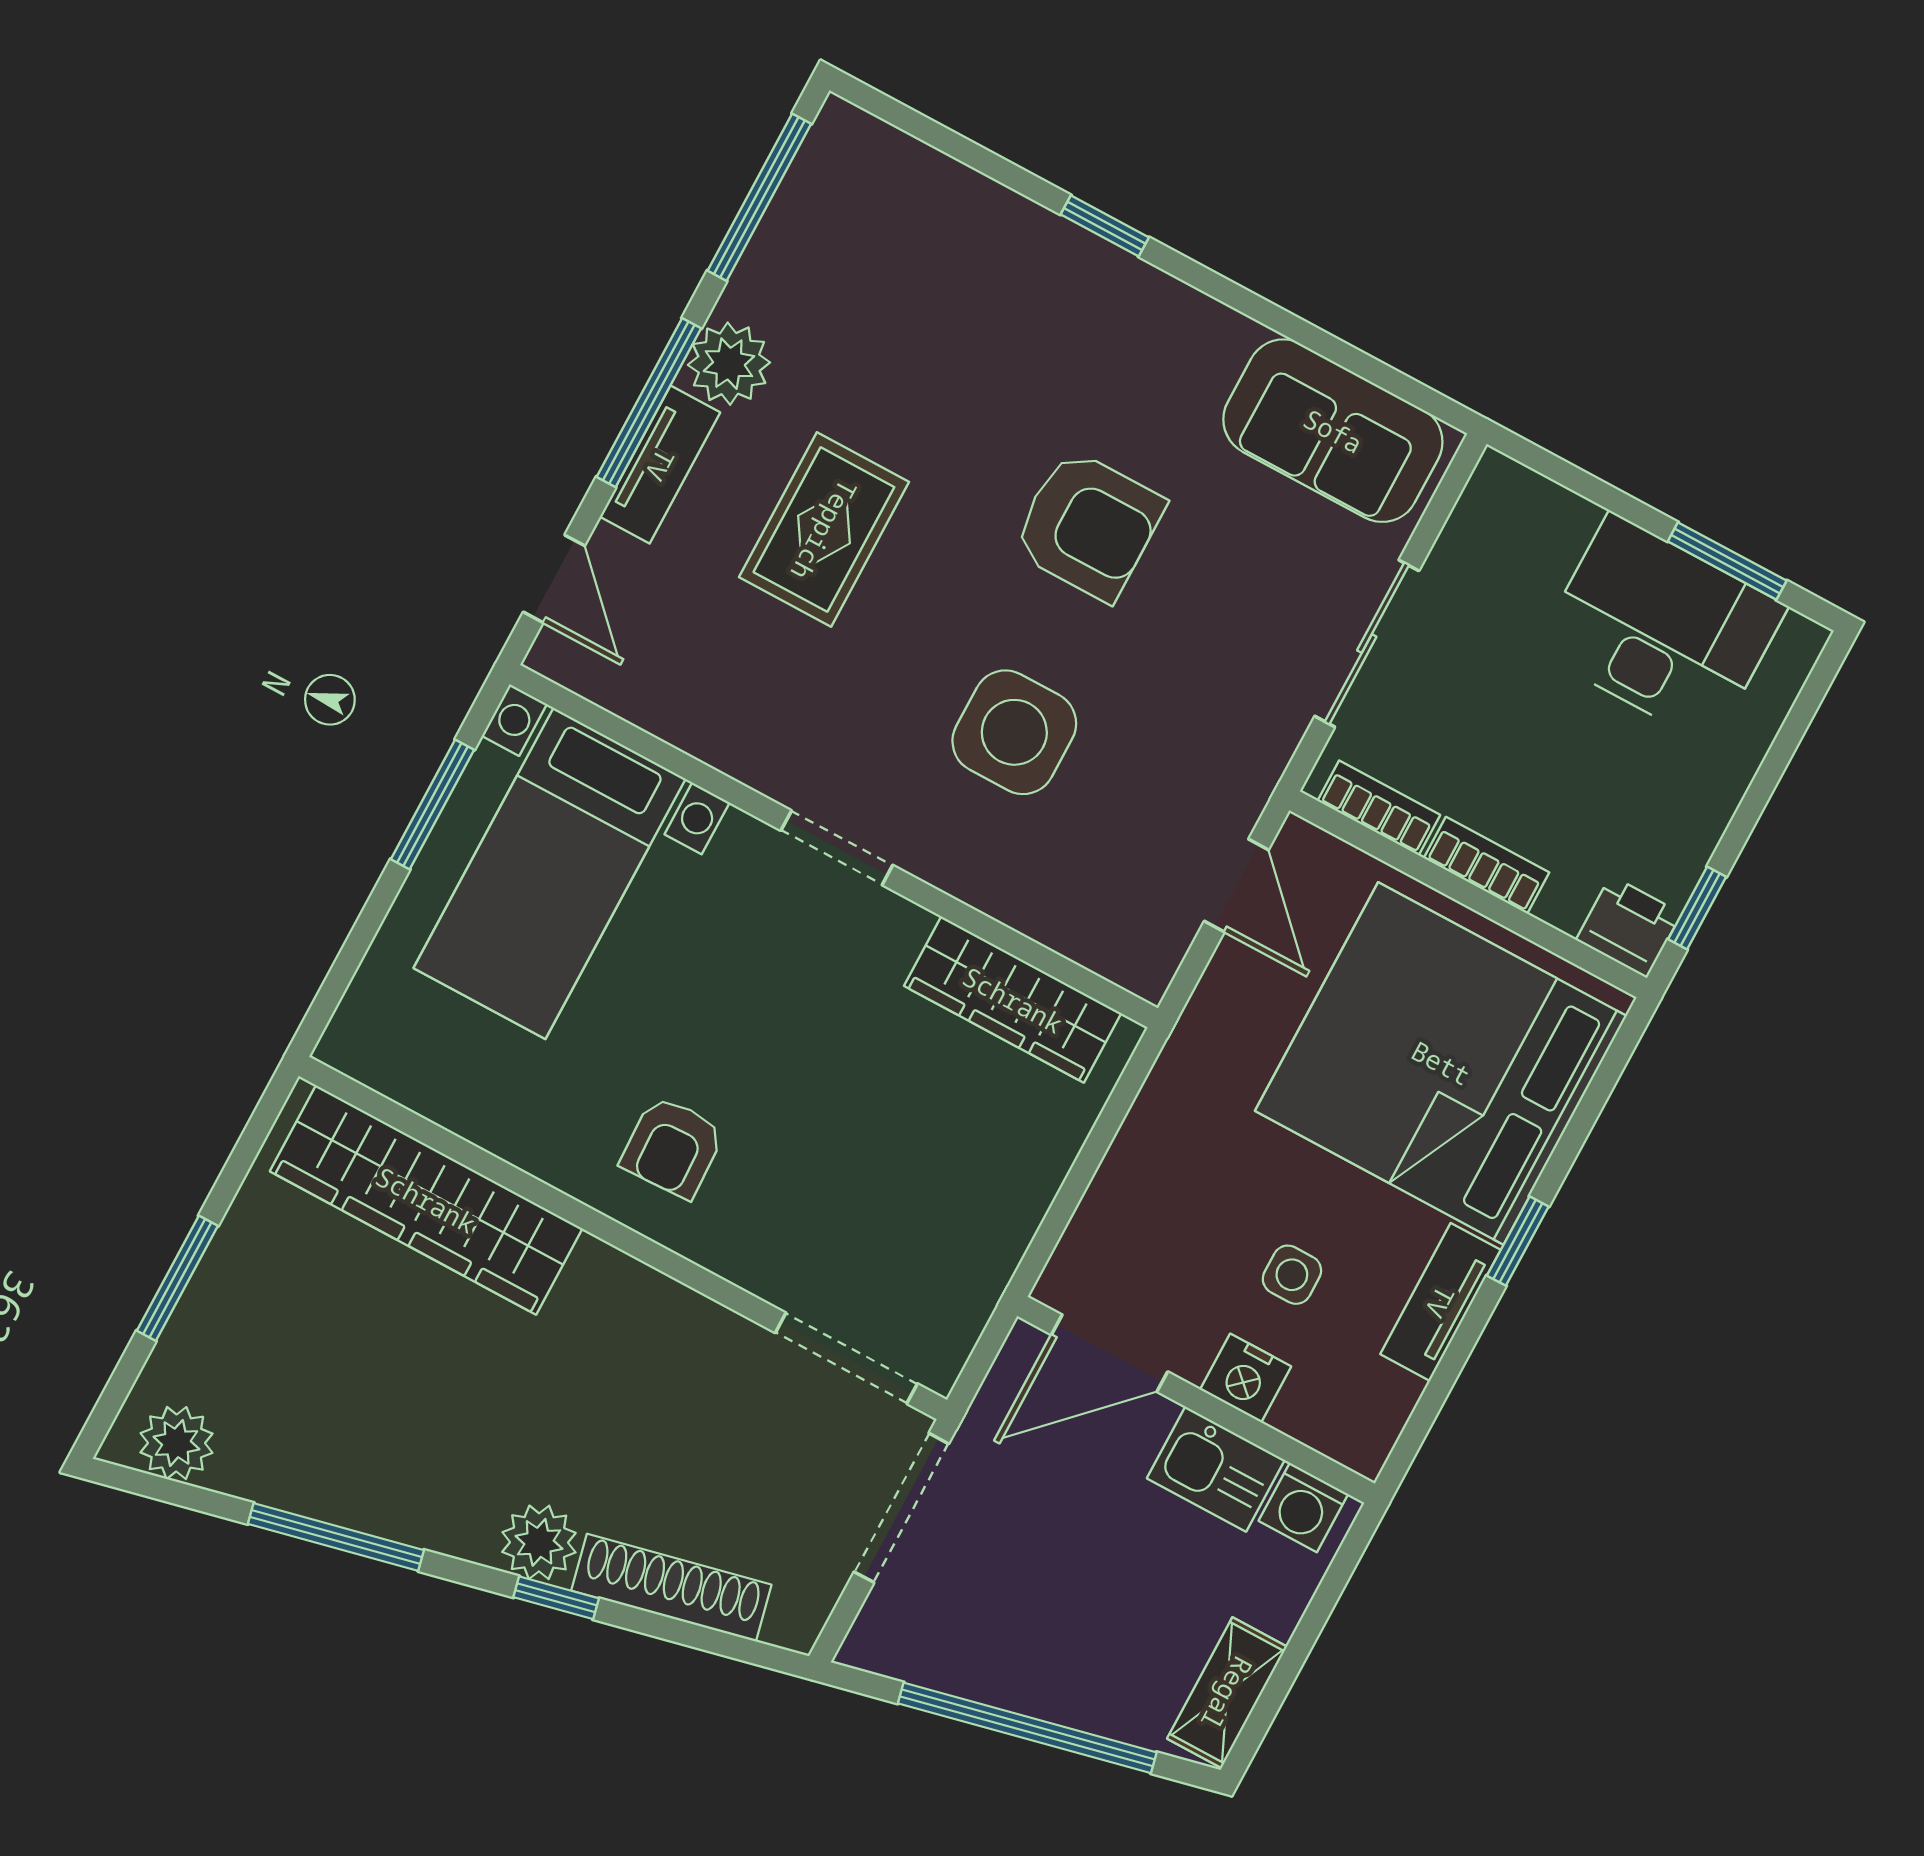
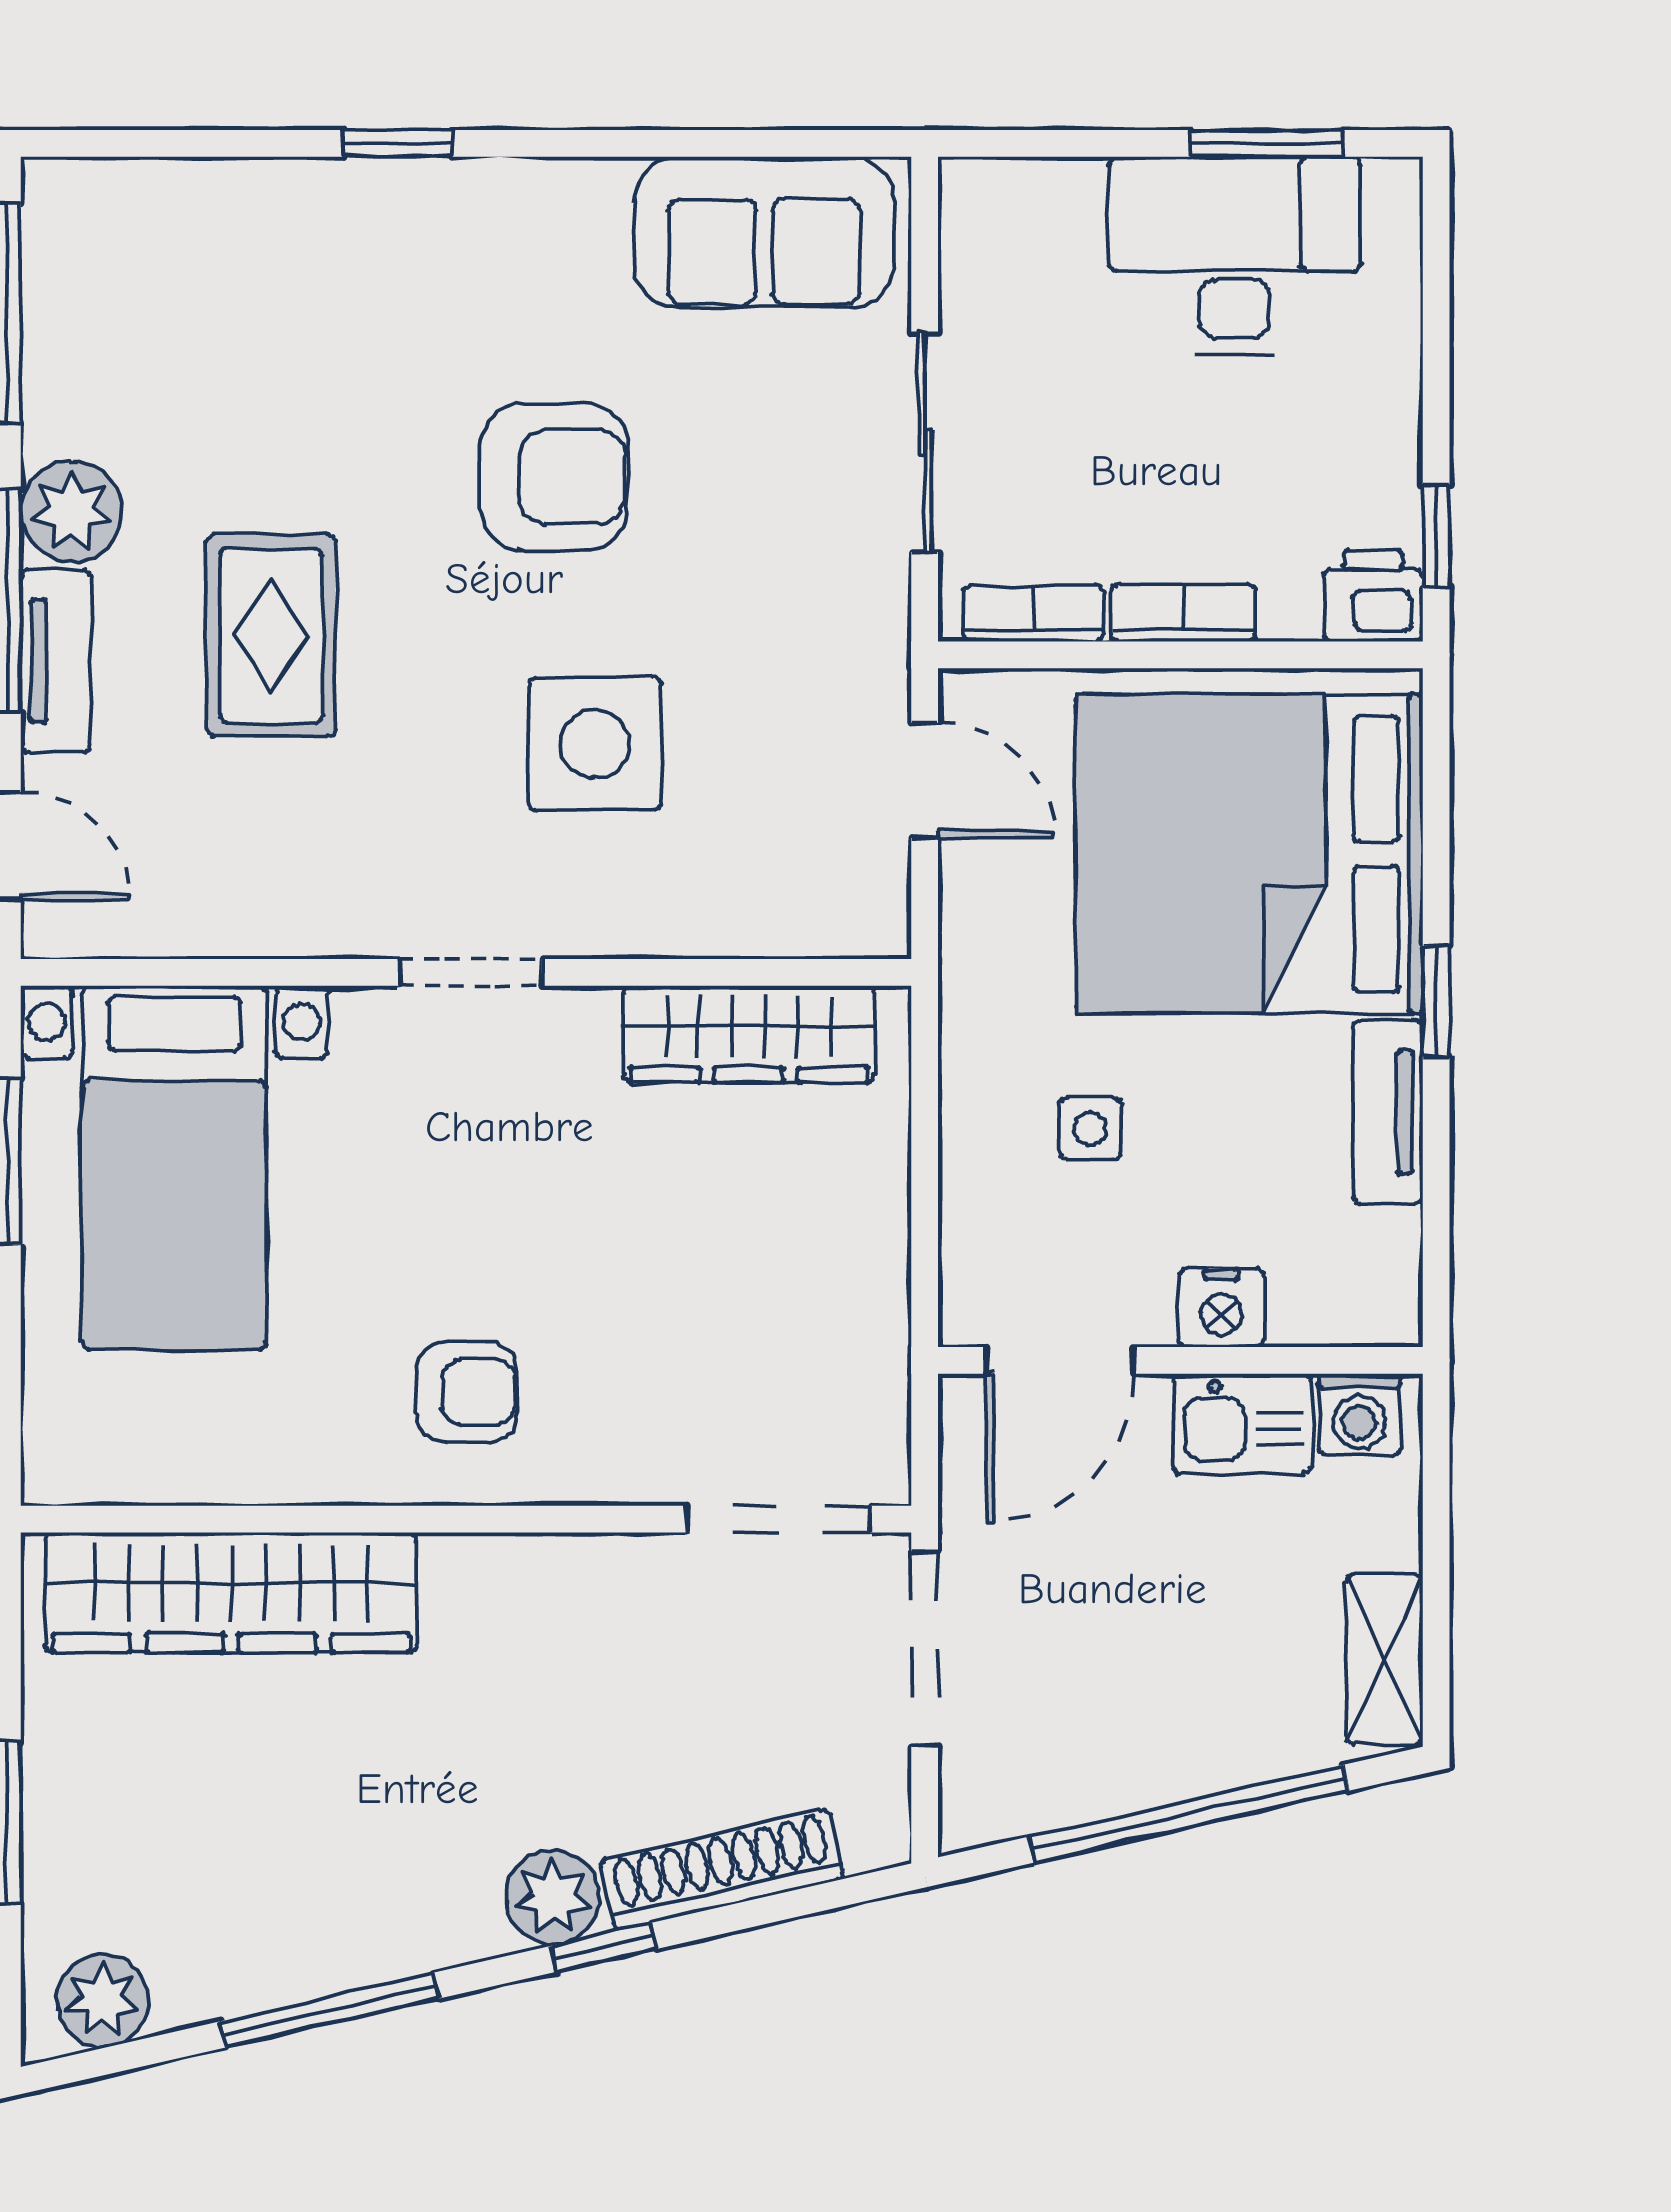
armchair: (672, 1147) -> (467, 1392), turned -88
side table: (1292, 1275) -> (1090, 1129), moved

